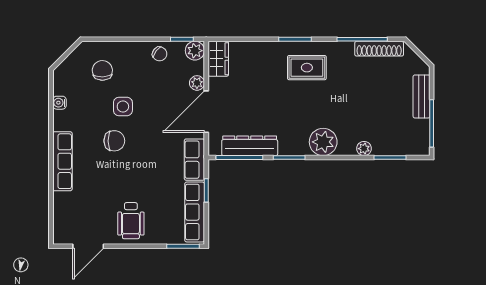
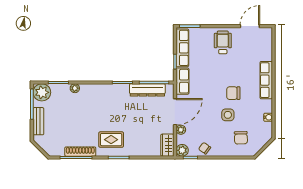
shoe rack: (379, 49) -> (80, 152), moved
plant: (323, 142) -> (42, 92), moved

